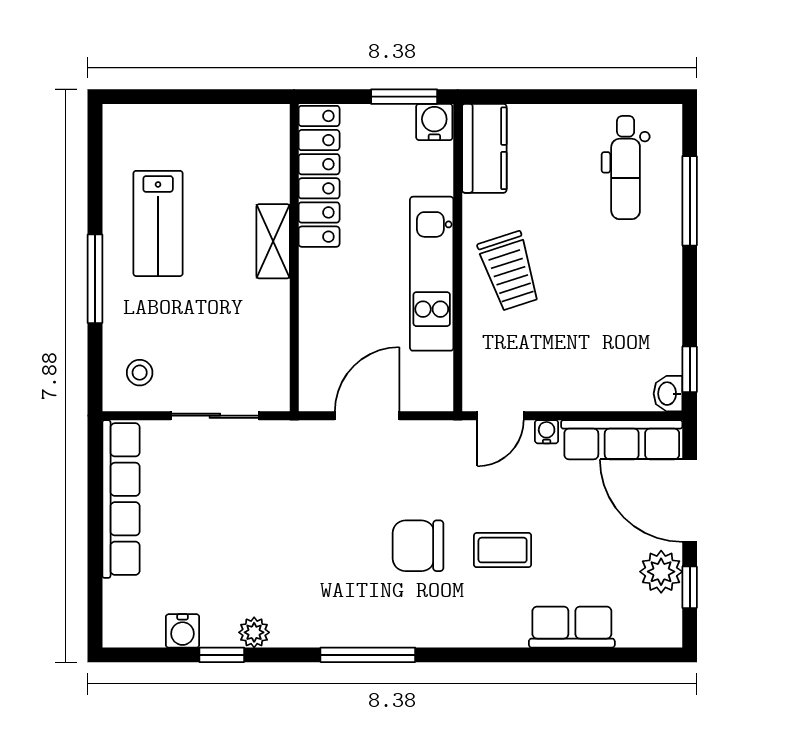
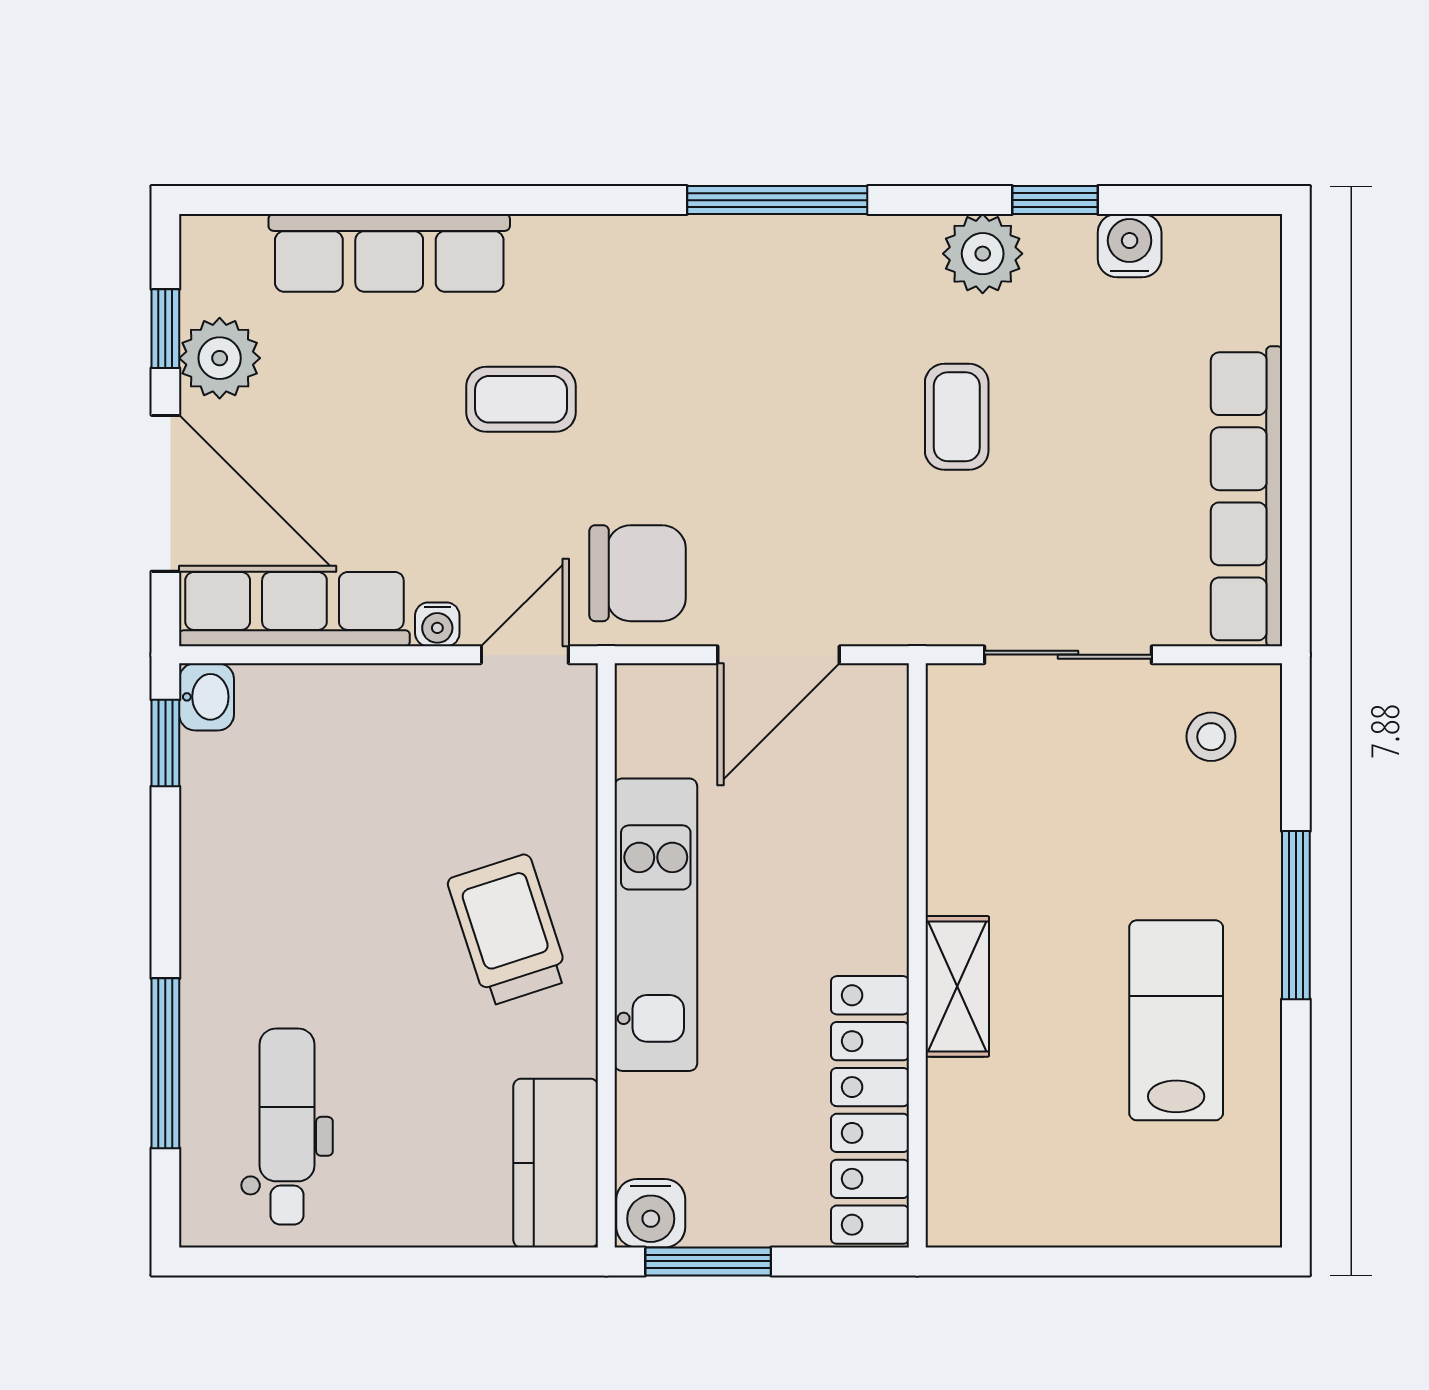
coffee table: (273, 541) -> (957, 417), added
chair: (418, 546) -> (638, 573), moved
row of seats: (572, 627) -> (389, 253), width x1.48
plant: (254, 632) -> (983, 254), width x1.38, depth x1.38

